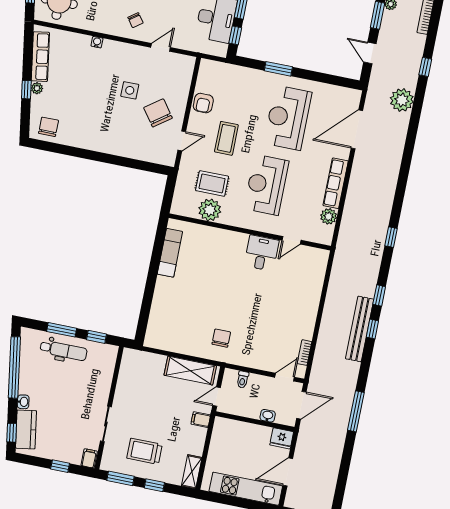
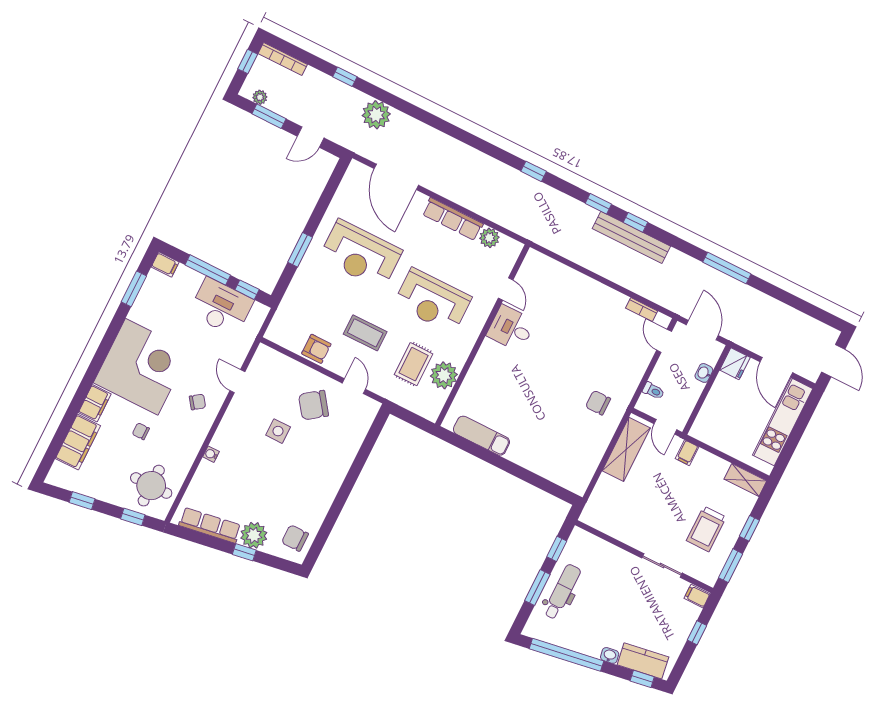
plant: (37, 88) -> (254, 535), width x1.88, depth x1.88

